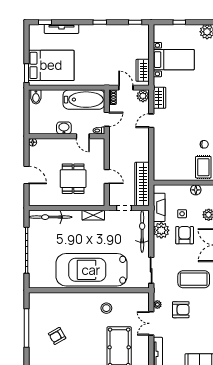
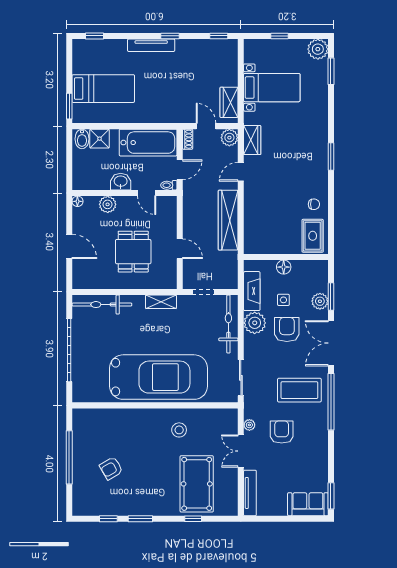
tv unit: (61, 29) -> (151, 45), moved
bed: (51, 65) -> (103, 89), width x0.67
shower: (49, 97) -> (100, 139), added
plant: (54, 144) -> (108, 204), added
wardrobe: (142, 184) -> (228, 220), moved
floor lamp: (196, 190) -> (284, 267), moved
car: (91, 270) -> (159, 377), turned 180
armchair: (181, 310) -> (282, 432), turned -90

